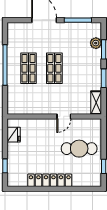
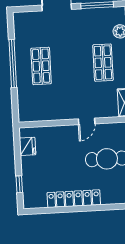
shop shelf: (54, 68) -> (103, 63), moved

